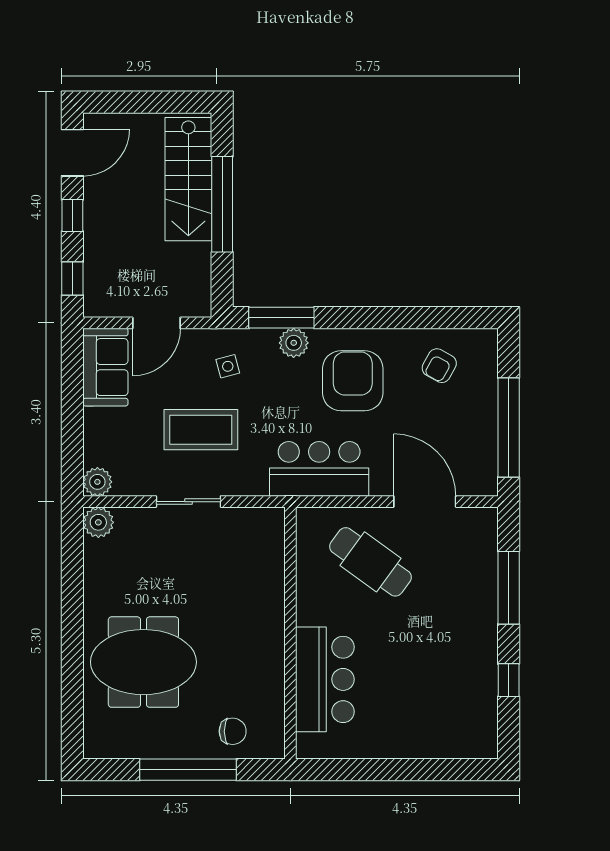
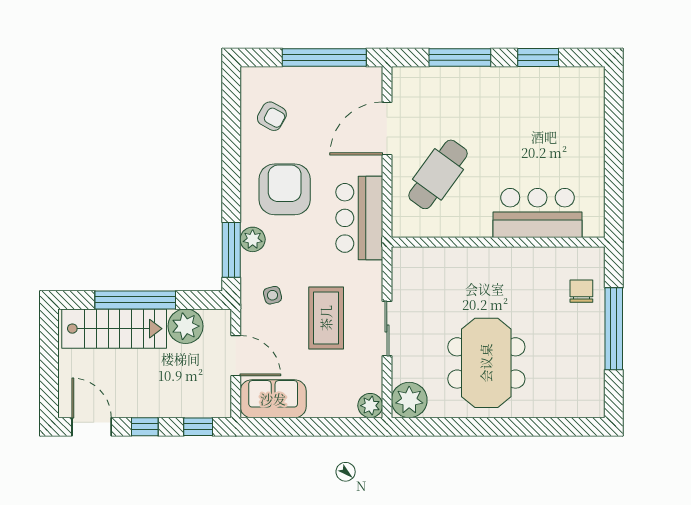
plant: (191, 264) -> (185, 326), added
armchair: (353, 381) -> (285, 189), turned 90
plant: (98, 522) -> (409, 400), width x1.36, depth x1.36
meeting table: (143, 662) -> (486, 363), moved
window: (509, 680) -> (538, 58), width x1.50

